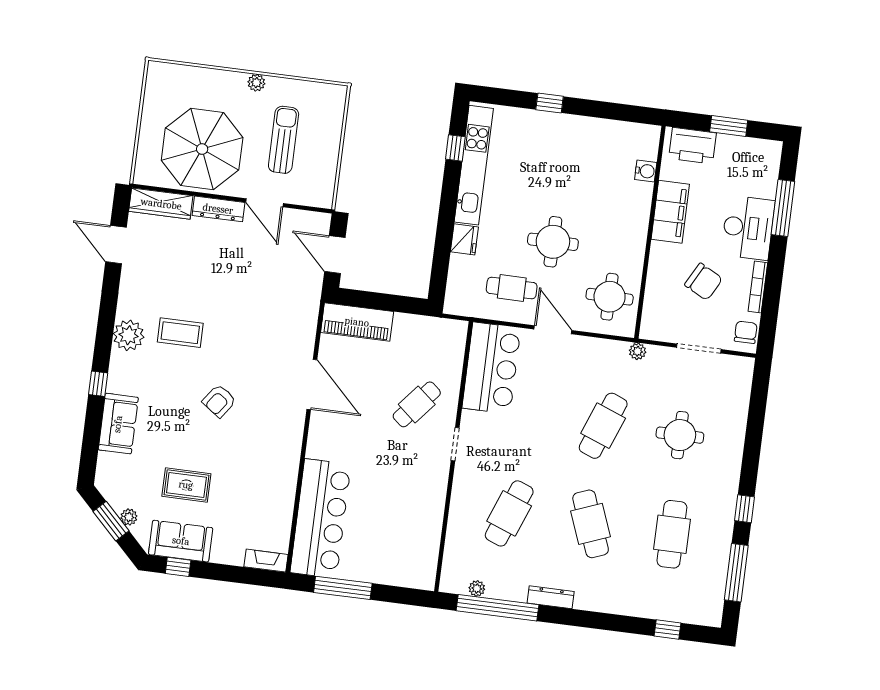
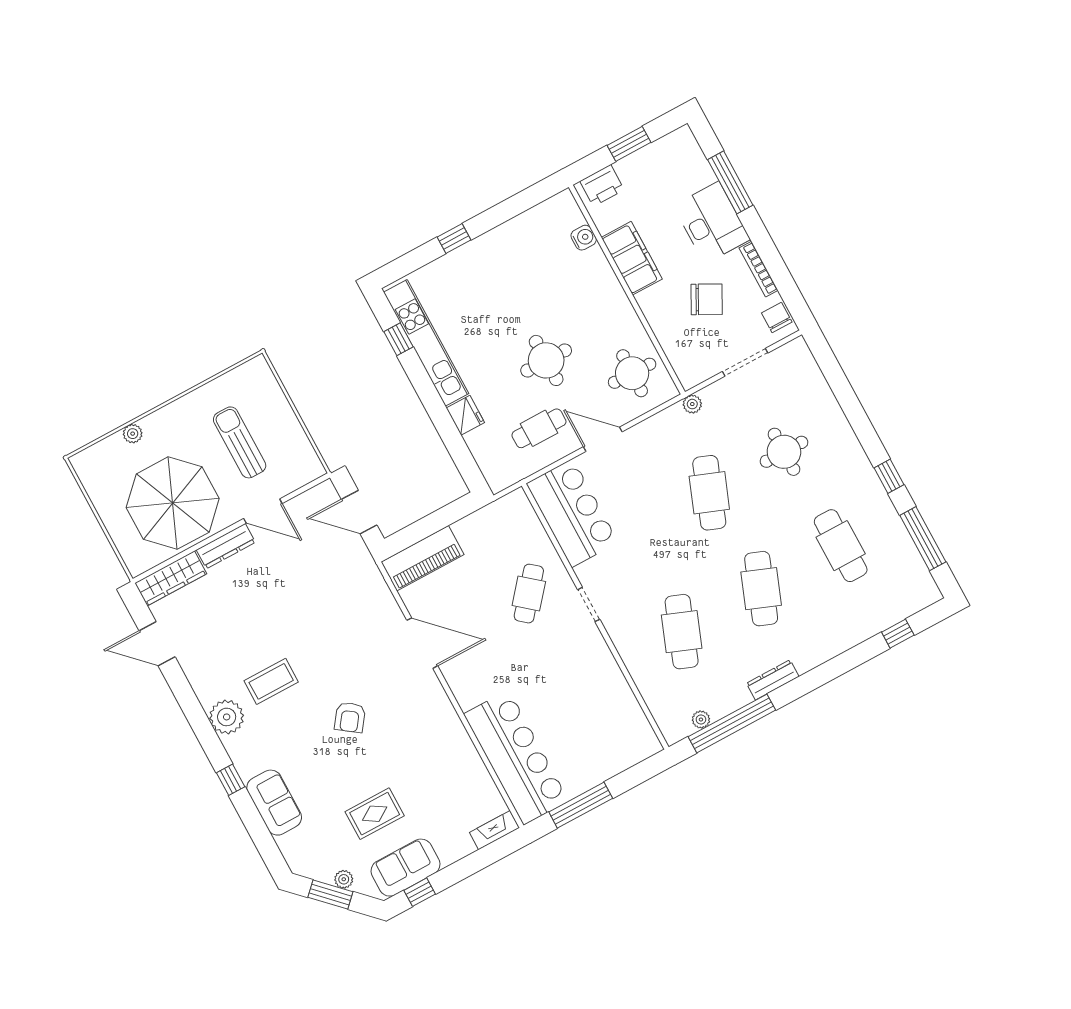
plant: (256, 83) -> (133, 434), moved
printer: (692, 146) -> (602, 185), width x0.73, depth x0.84
cafe table: (591, 524) -> (761, 589), turned 42

